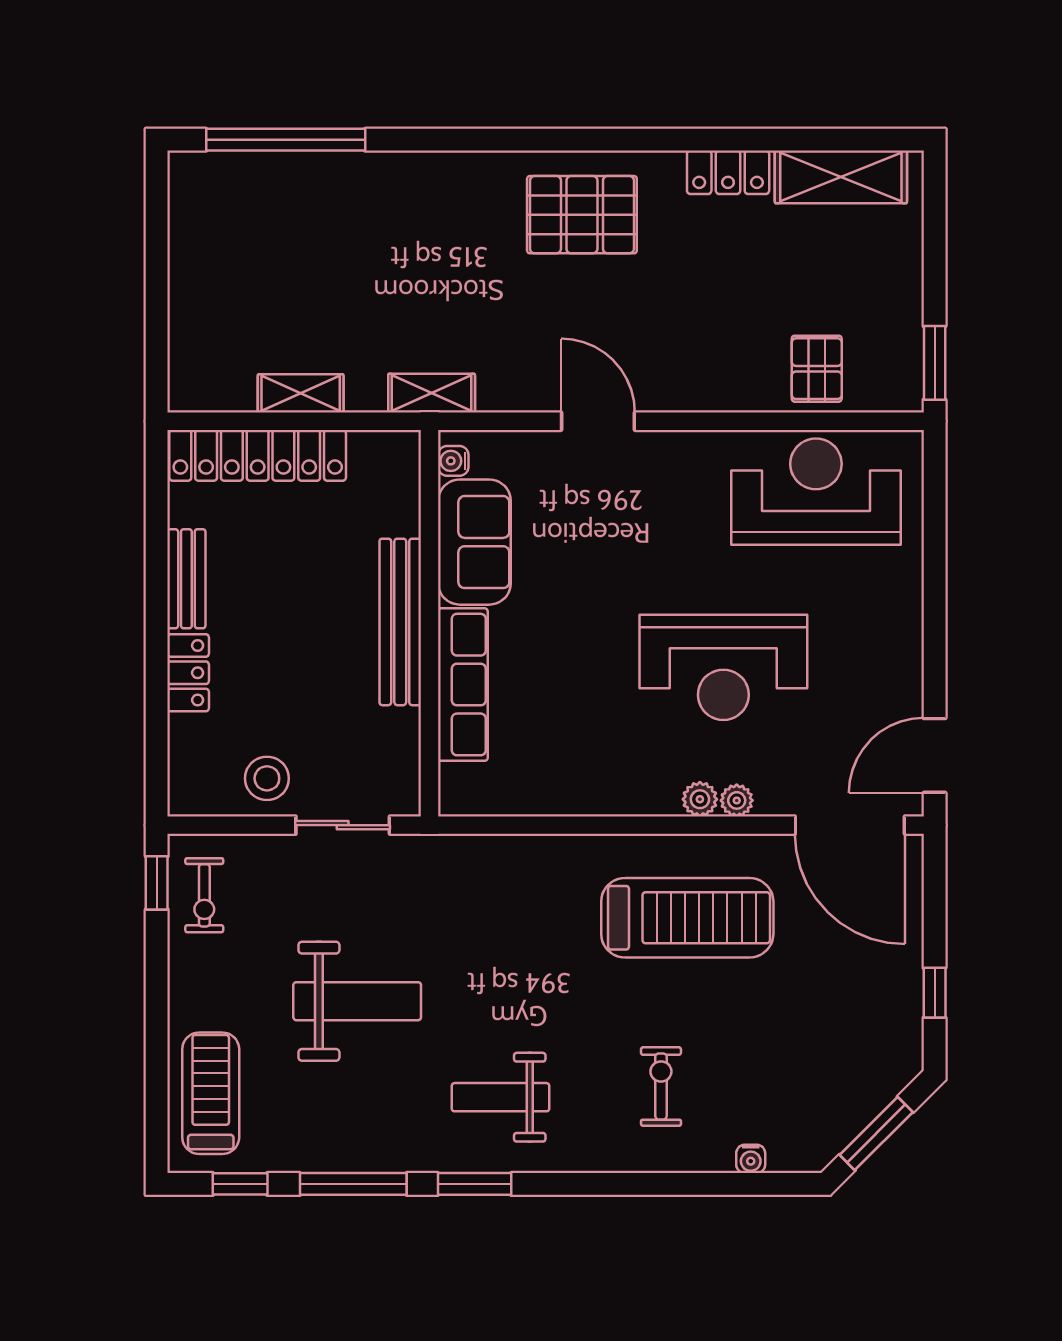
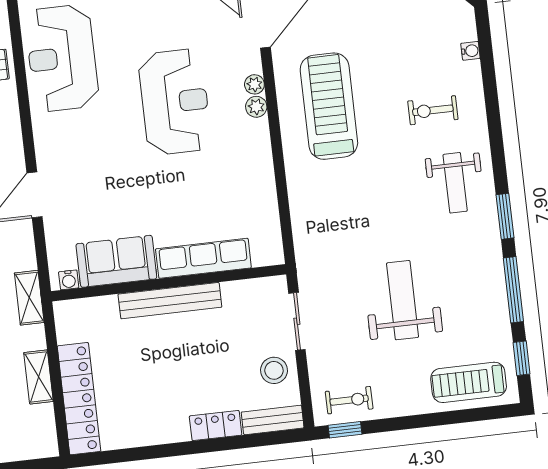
bench: (186, 579) -> (273, 420), moved
weight bench: (501, 1097) -> (455, 183), moved

